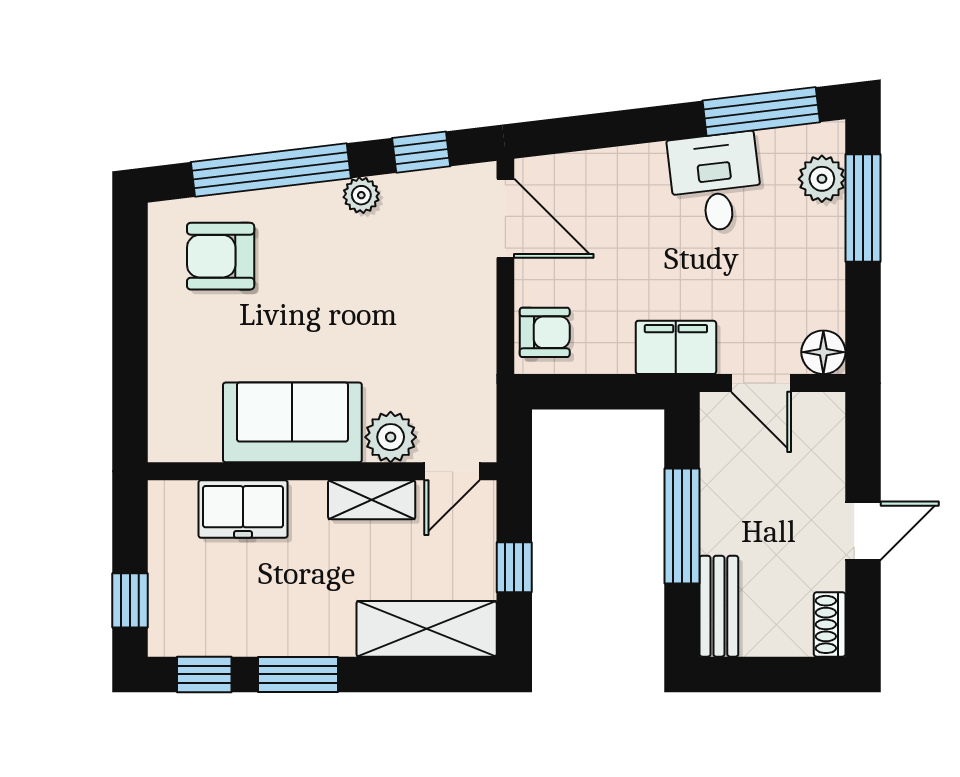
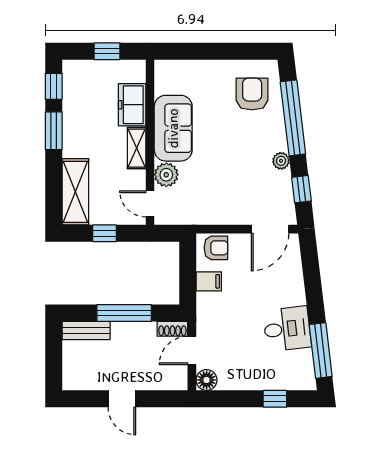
plant: (822, 179) -> (289, 379), removed
window: (863, 208) -> (275, 399), width x0.46
armchair: (545, 332) -> (216, 248), turned -90
filing cabinet: (676, 347) -> (209, 281), moved, width x0.50
shelving: (372, 500) -> (137, 148), moved
window: (130, 600) -> (107, 51), moved
shoe rack: (830, 624) -> (172, 329), moved, turned 180

